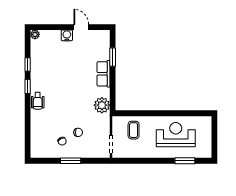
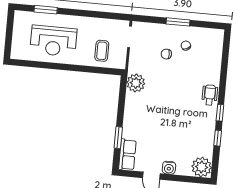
plant: (35, 34) -> (202, 167), width x1.87, depth x1.87
row of seats: (103, 74) -> (127, 155), moved

